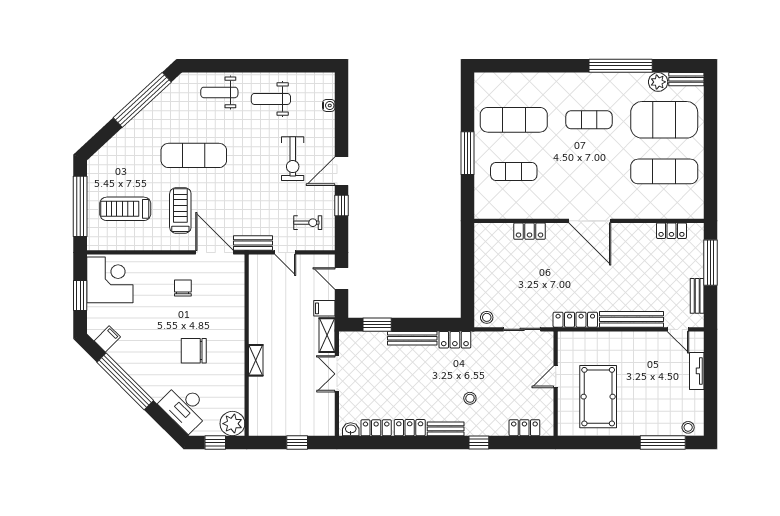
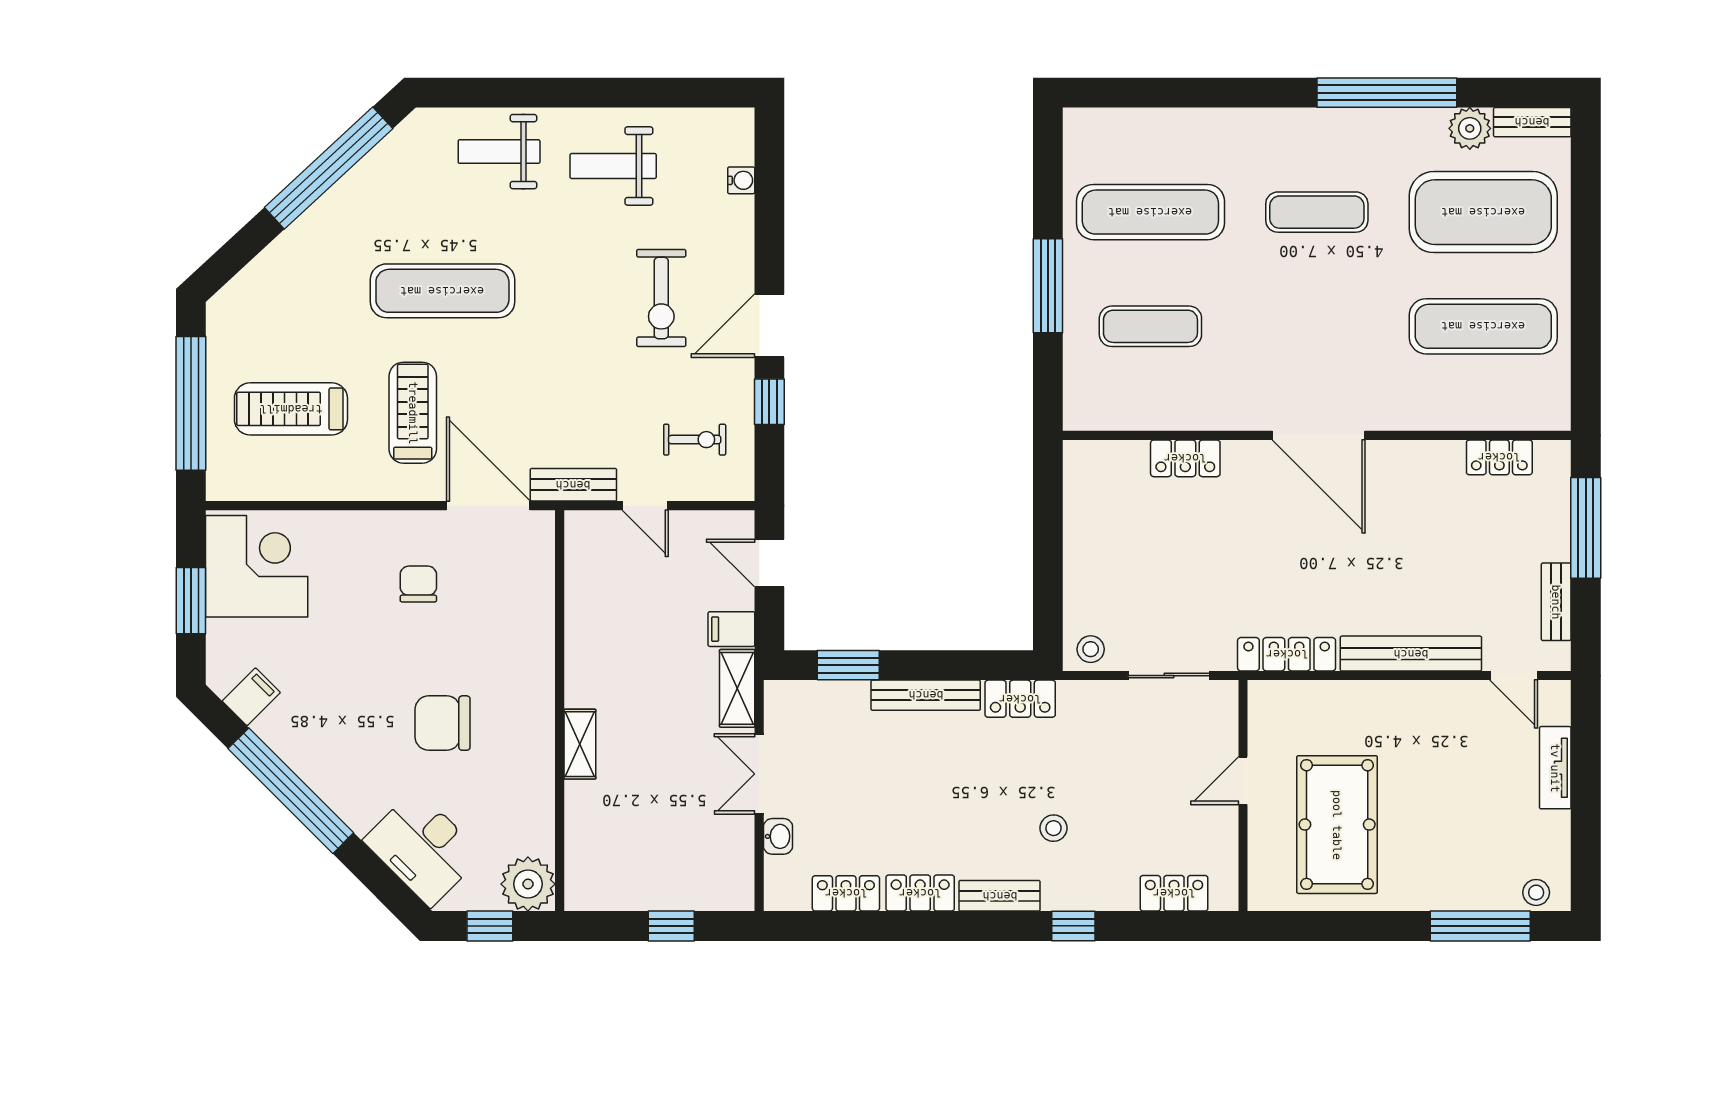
washbasin: (351, 429) -> (778, 836), moved, turned 90

